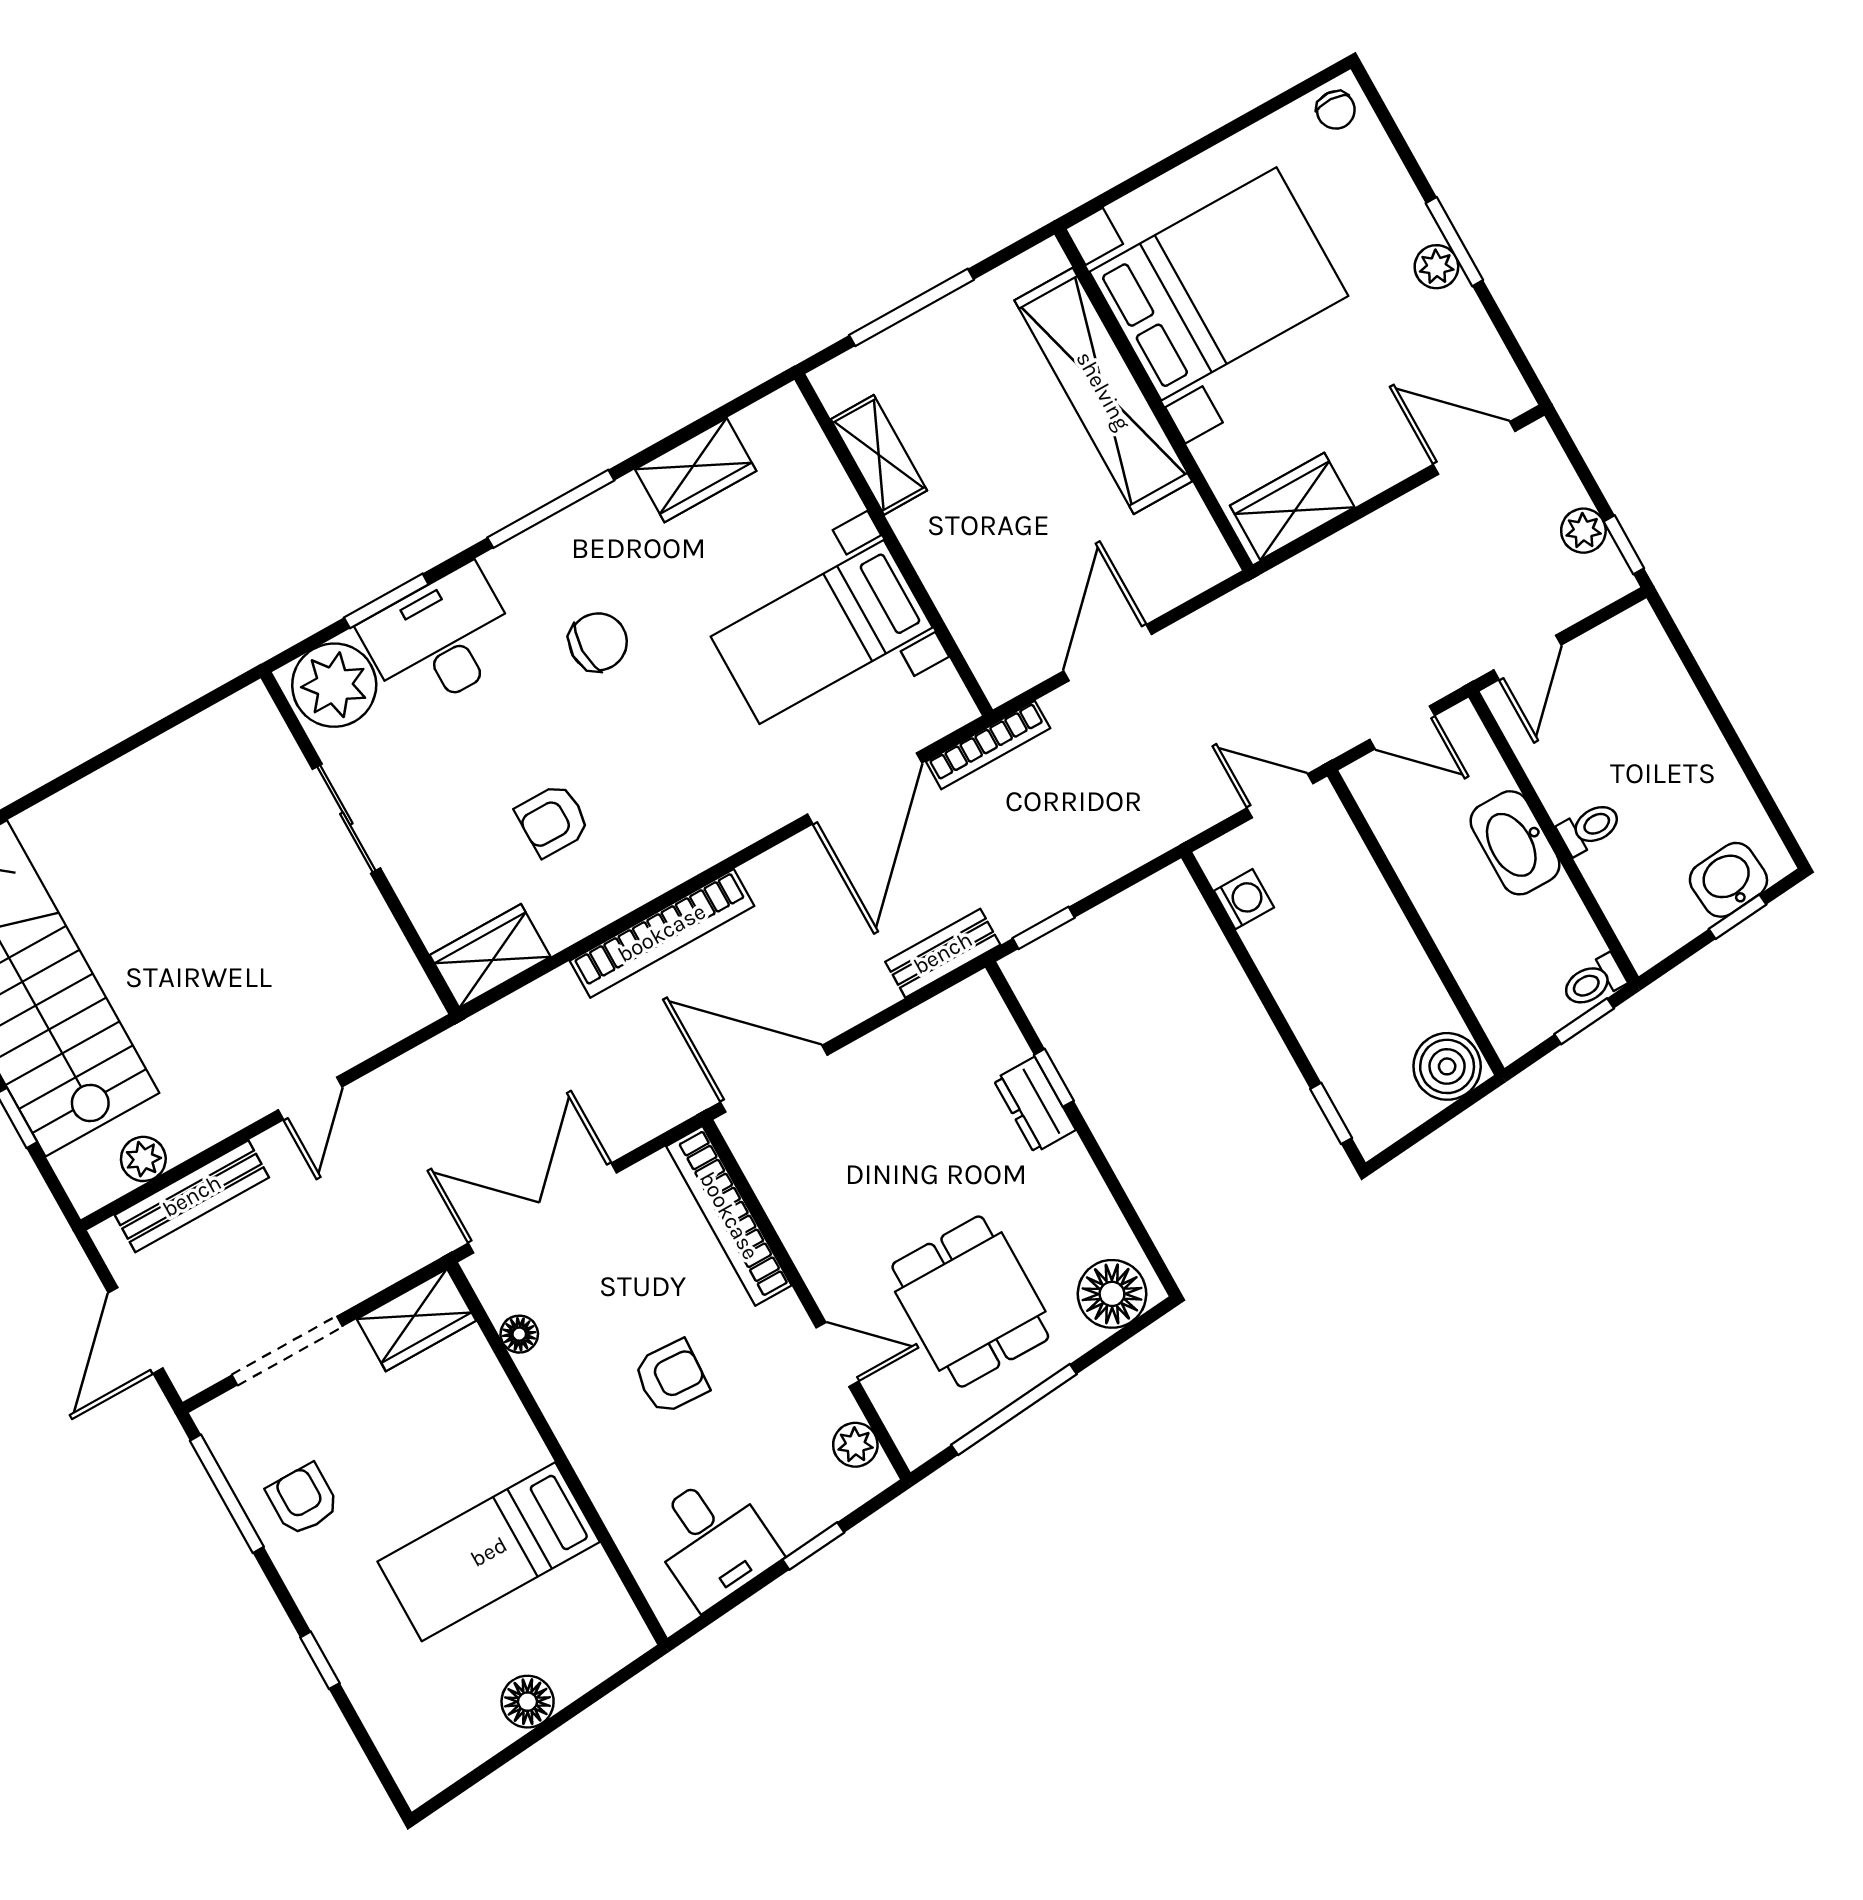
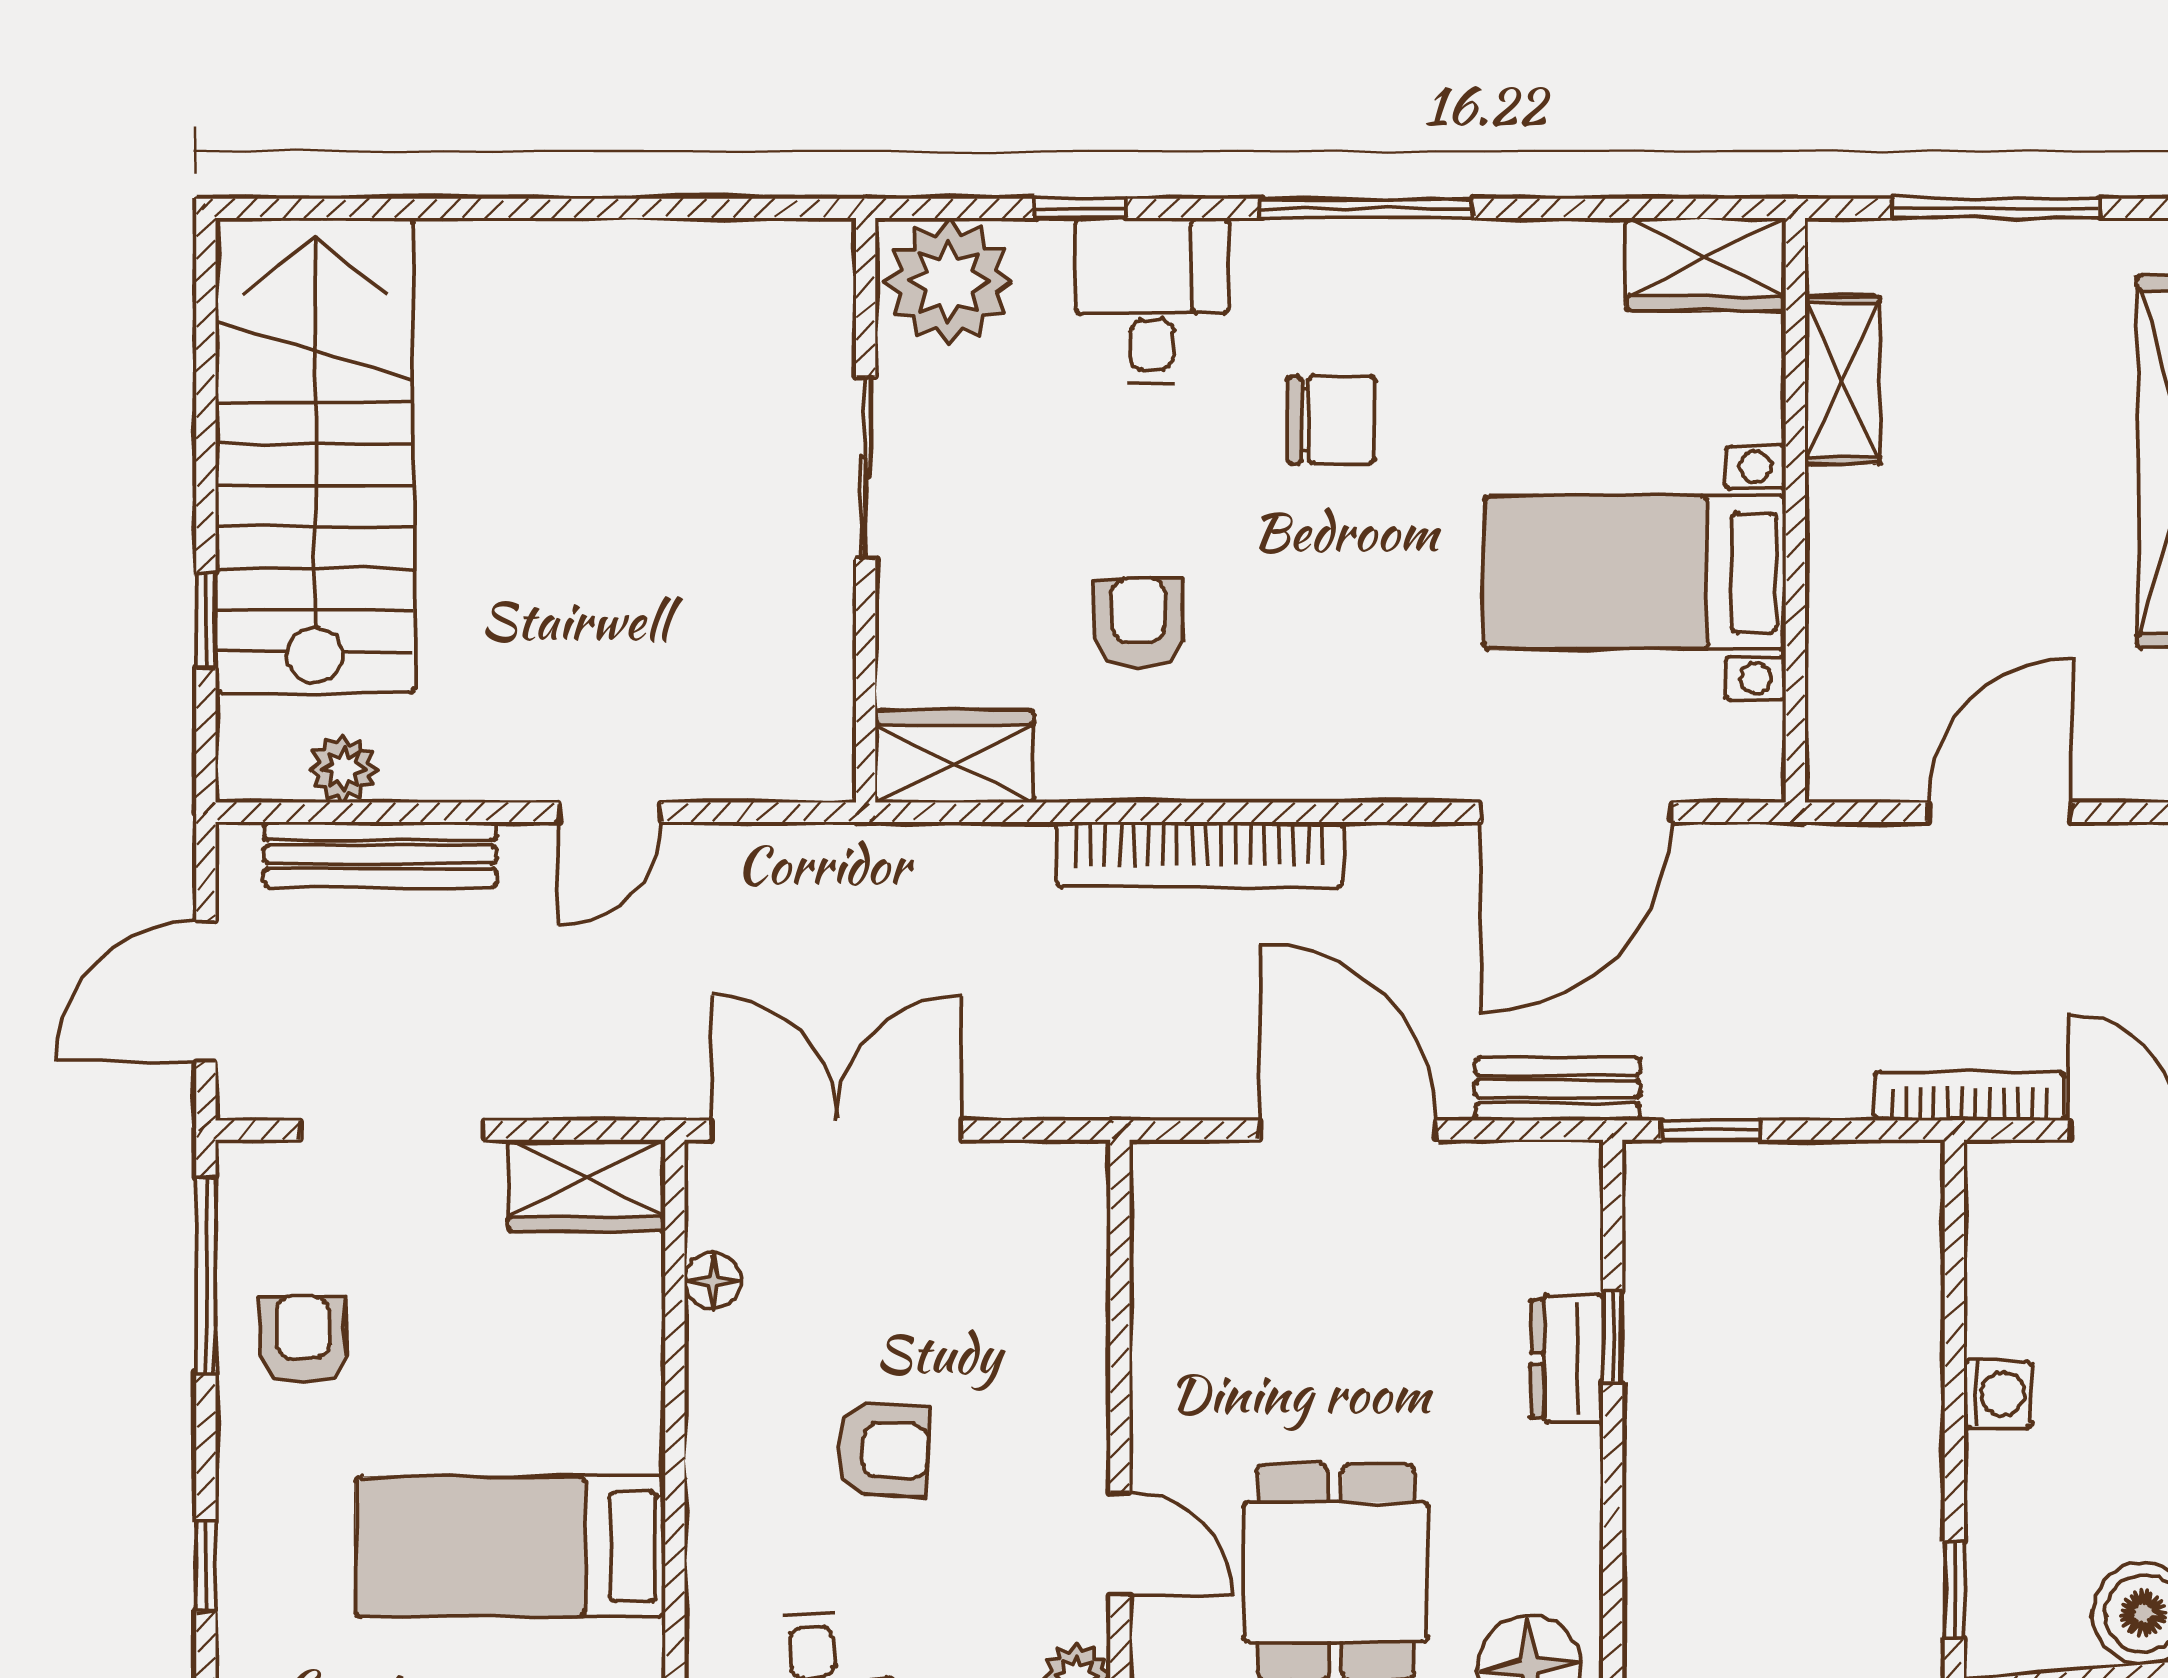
wardrobe: (696, 470) -> (1706, 264), moved
window: (386, 601) -> (1080, 208), width x0.67
desk: (441, 640) -> (1152, 300), width x0.73
bookcase: (988, 745) -> (1969, 1096), moved, turned 180
armchair: (553, 820) -> (1138, 623), turned 90
washing machine: (1244, 899) -> (1998, 1394), moved
door: (774, 1079) -> (1348, 1130), moved
bookcase: (729, 1216) -> (1079, 1279), removed

